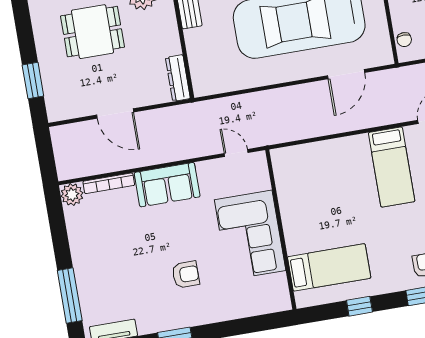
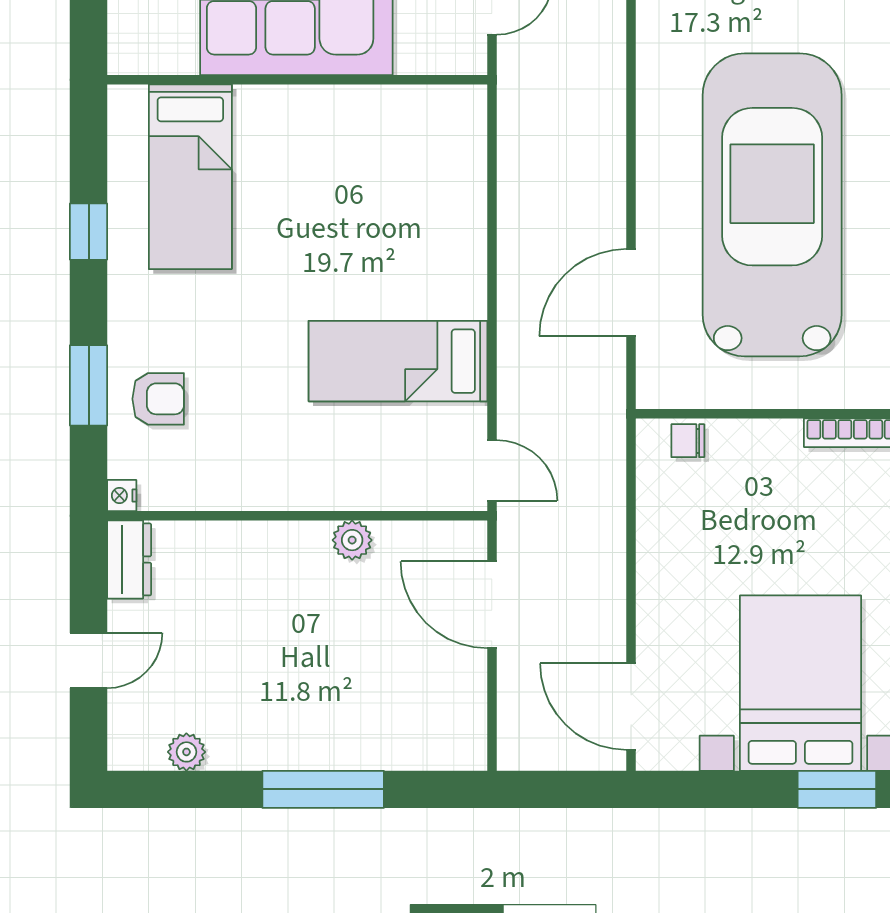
door: (346, 74) -> (631, 293), hinge flipped

